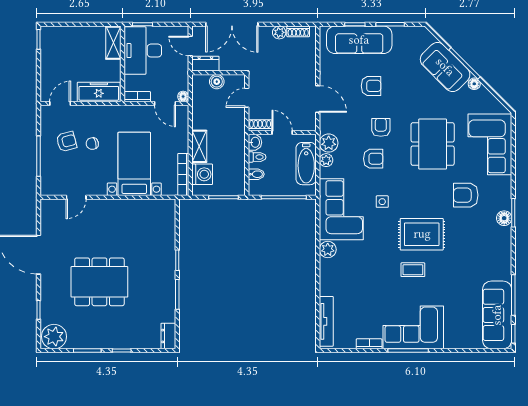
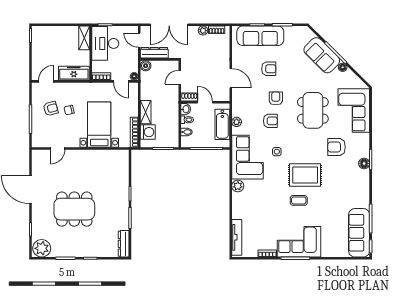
dresser: (205, 64) -> (154, 53), width x1.44
boiler: (217, 82) -> (146, 66), moved
plant: (329, 143) -> (238, 110), removed
dresser: (168, 336) -> (124, 244), width x1.44

